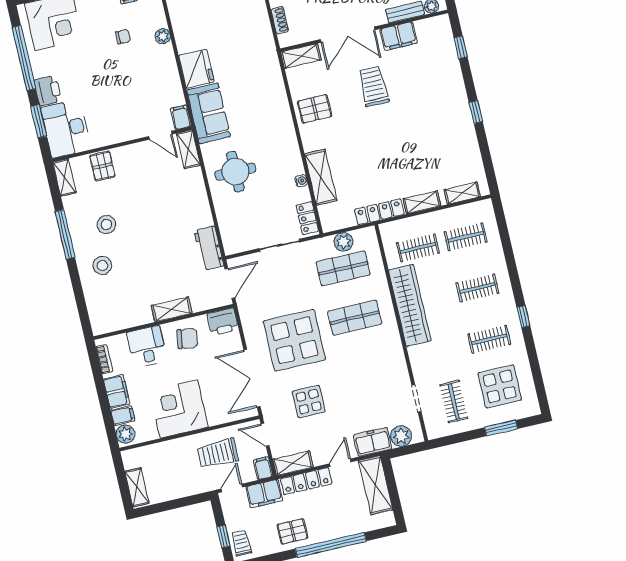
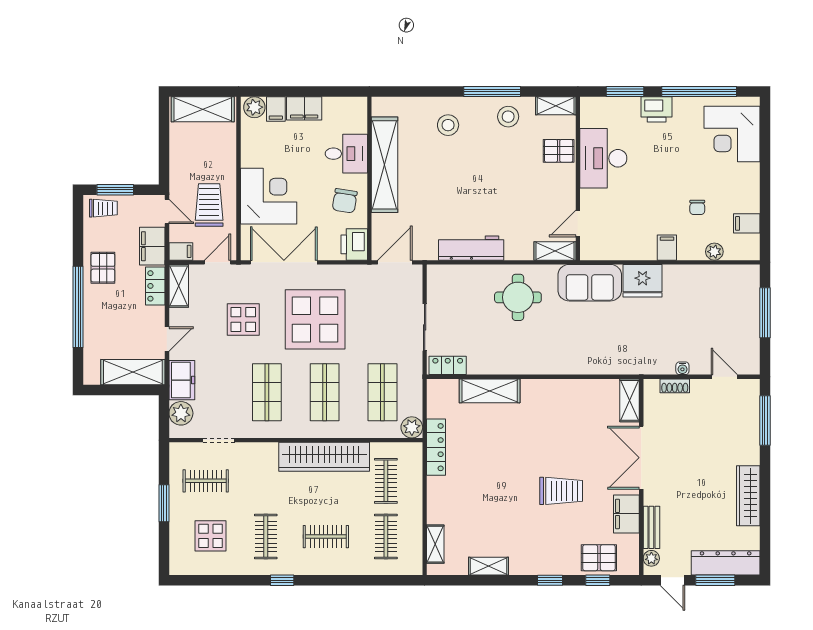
plant: (163, 36) -> (714, 252), moved
trolley: (373, 86) -> (561, 491), moved
pallet: (315, 109) -> (599, 558), moved, turned 90
window: (476, 112) -> (550, 580), moved
filing cabinet: (181, 117) -> (667, 248), moved, turned -90
desk: (66, 129) -> (603, 158), moved, turned -90
water cooler: (301, 181) -> (682, 368), moved
shelving: (422, 202) -> (489, 566), moved, turned 90
stool: (106, 225) -> (508, 117), moved
plant: (344, 242) -> (412, 427), moved
workbench: (209, 248) -> (471, 248), moved, width x1.38
door: (230, 284) -> (395, 262), swing flipped
clothes rail: (477, 288) -> (326, 537), turned 90
shelving: (172, 309) -> (384, 165), width x2.20, depth x1.33
bookcase: (104, 359) -> (343, 103), removed
shop shelf: (366, 367) -> (267, 392), added
display table: (500, 386) -> (211, 536), width x0.73, depth x0.73
corner desk: (179, 409) -> (269, 196), moved
window: (501, 428) -> (164, 503), moved
door: (340, 463) -> (167, 339), hinge flipped
locker: (306, 481) -> (155, 286), width x0.66
shelving: (137, 487) -> (203, 109), width x1.50, depth x1.33
window: (223, 536) -> (115, 190), width x1.50

